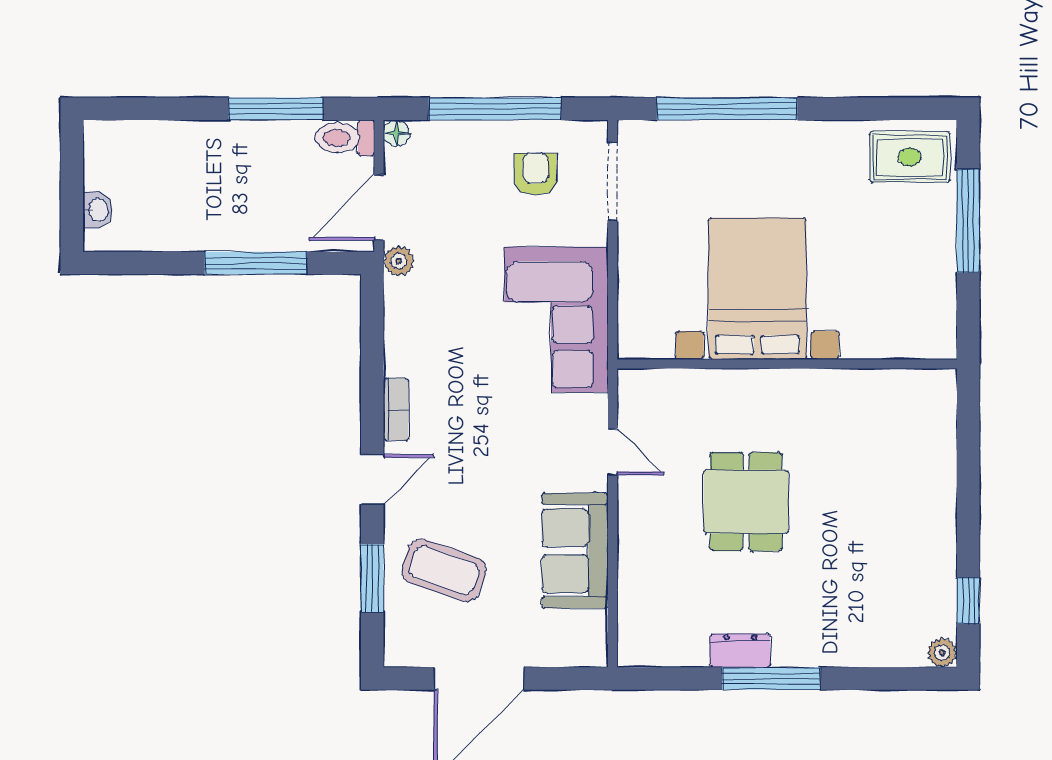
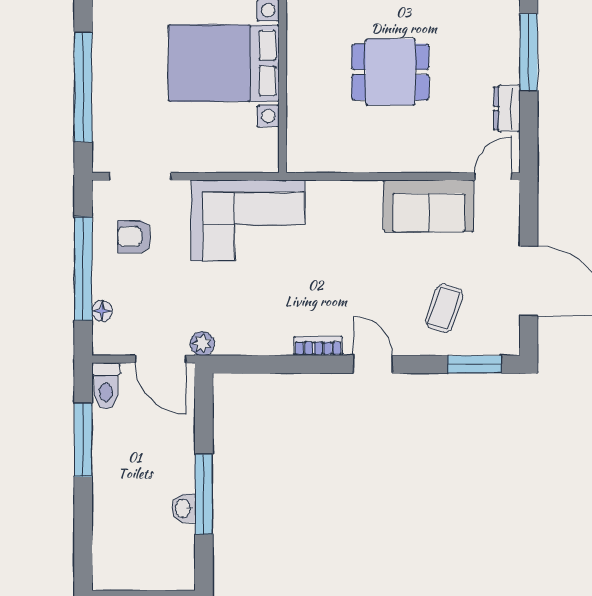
floor lamp: (397, 133) -> (102, 311), moved
washbasin: (98, 210) -> (184, 508), moved, turned -90
window: (256, 263) -> (204, 494), moved
door: (613, 452) -> (493, 176), moved
coffee table: (444, 570) -> (444, 308), width x0.73, depth x0.77
window: (372, 578) -> (474, 364), moved
dresser: (740, 651) -> (507, 108), moved

